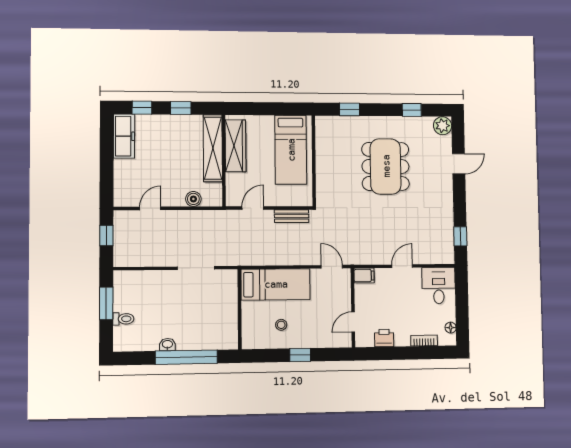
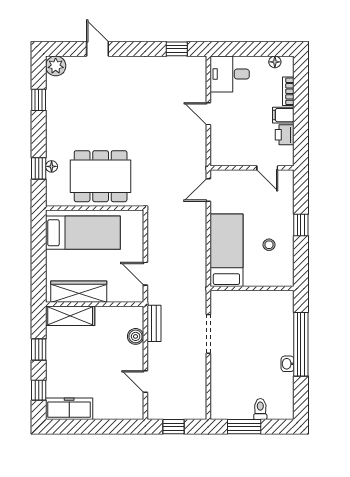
floor lamp: (351, 121) -> (52, 166), added
shelving: (213, 148) -> (70, 316), width x0.68
dining table: (386, 166) -> (101, 176), moved
bench: (292, 216) -> (154, 323), moved
filing cabinet: (364, 276) -> (283, 115), moved, turned -90

